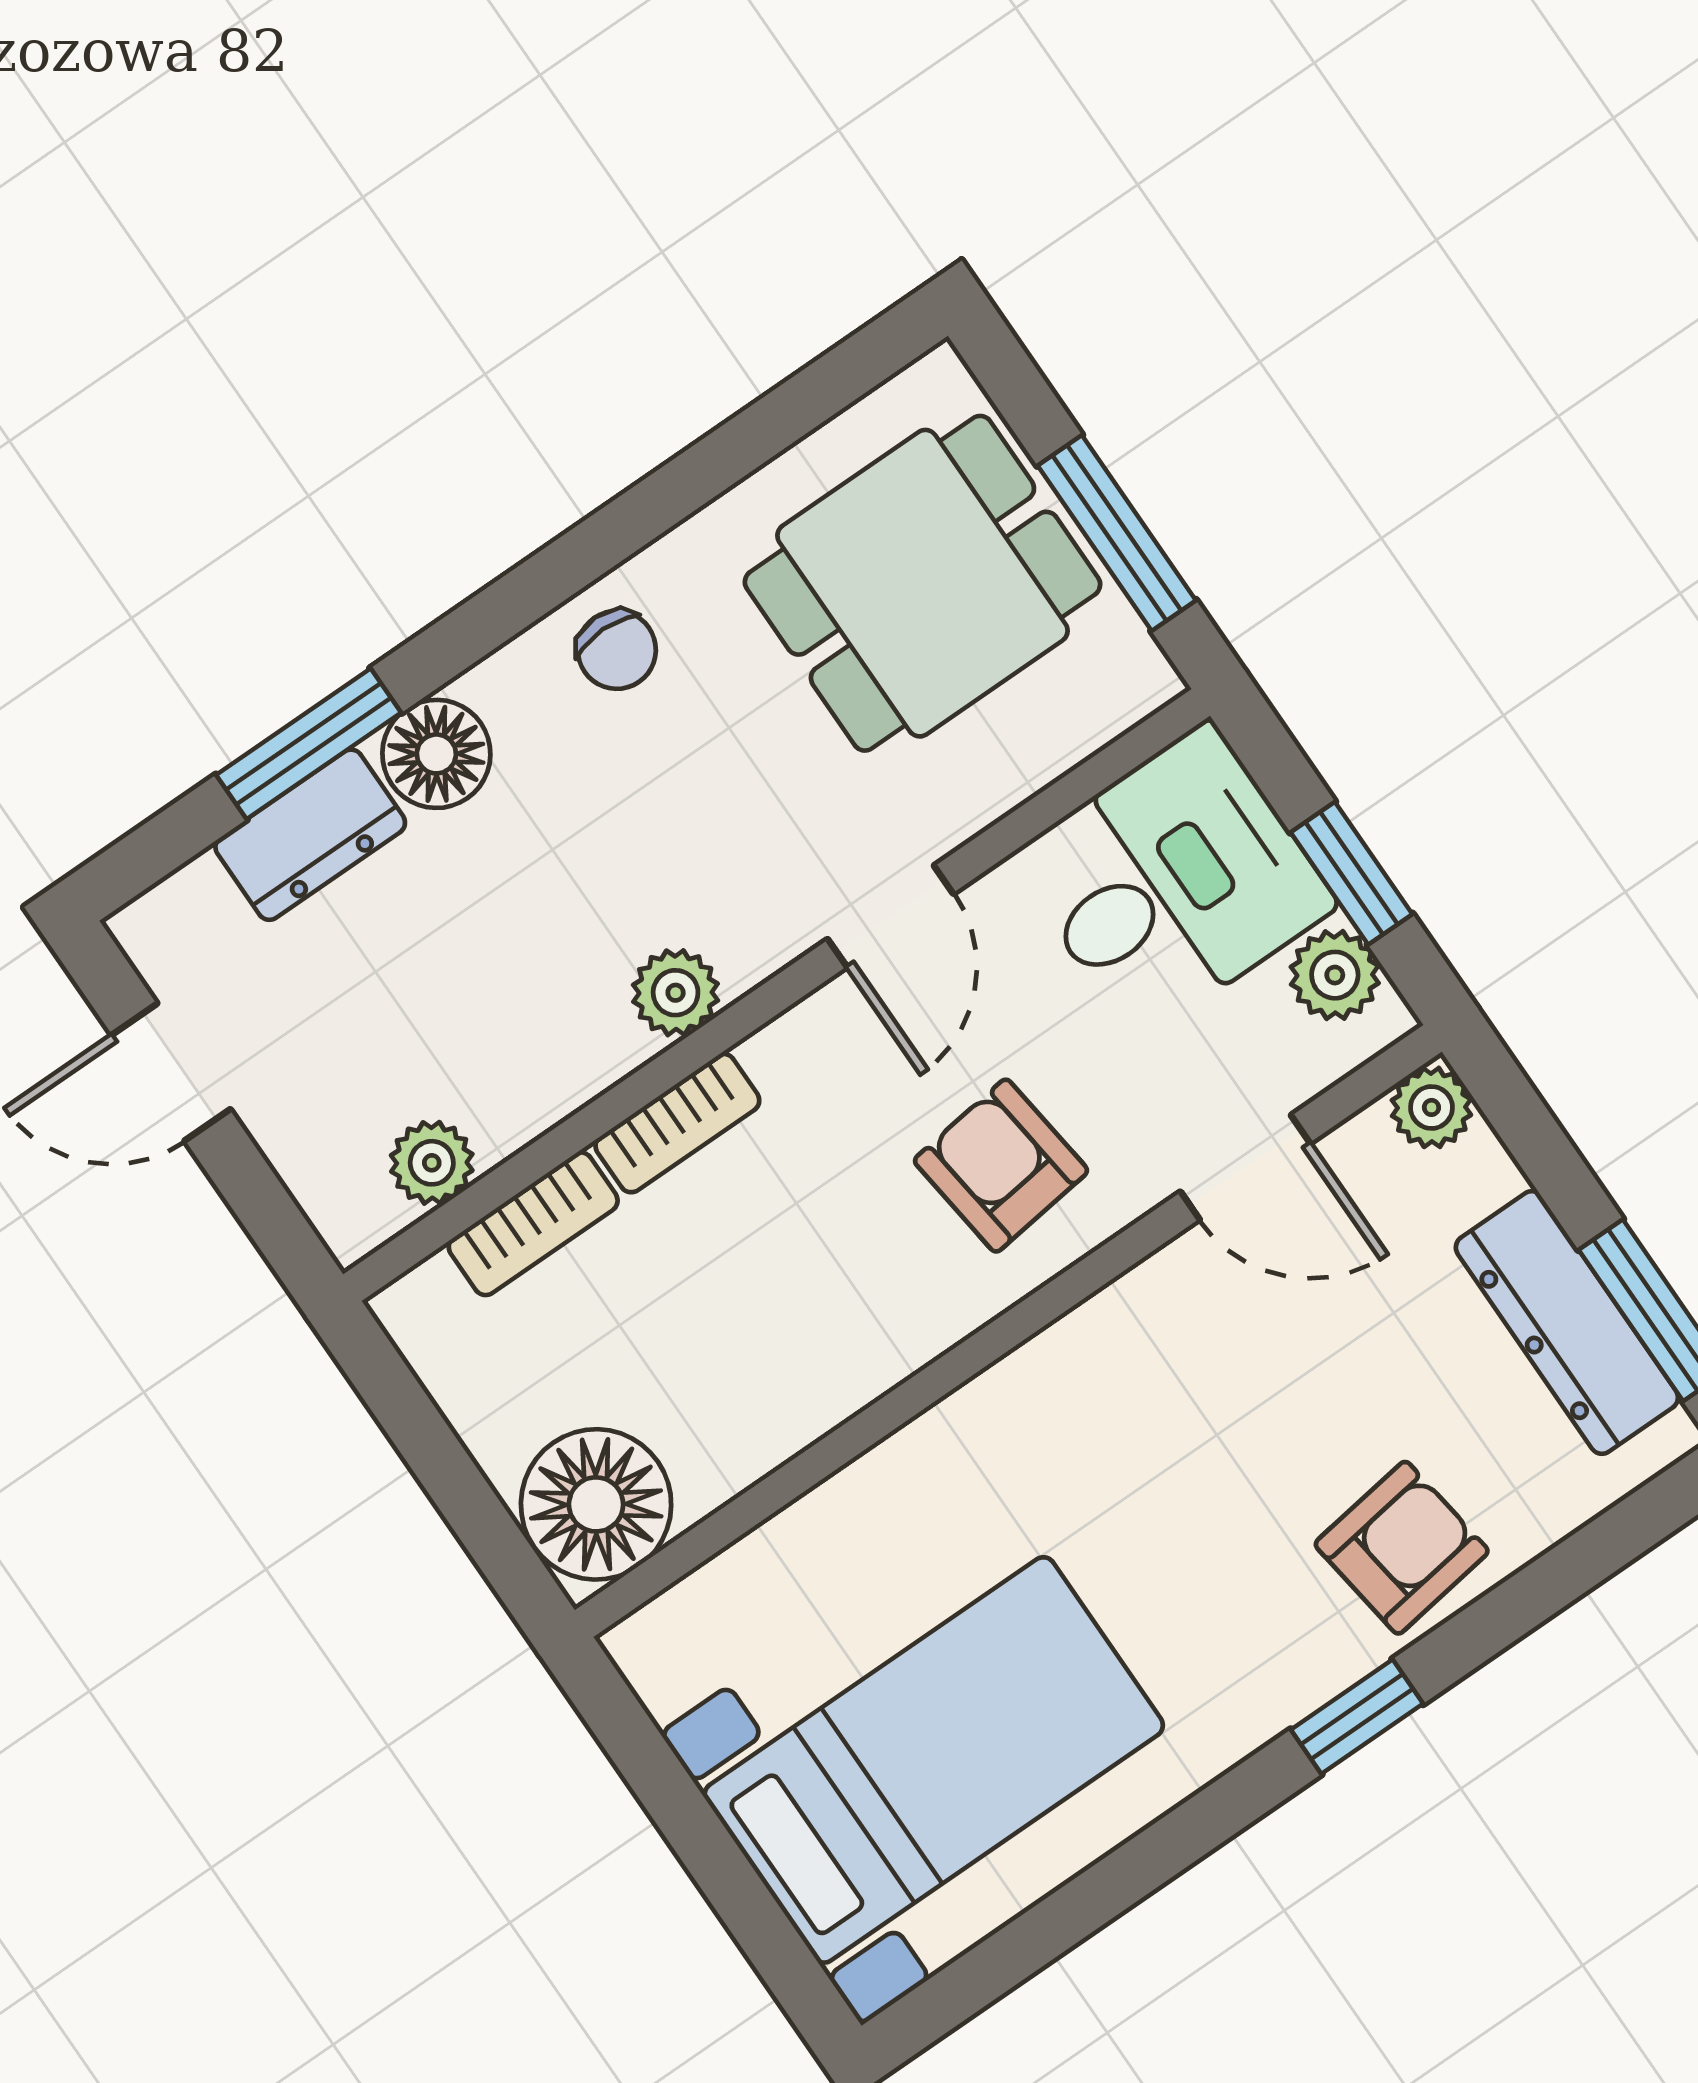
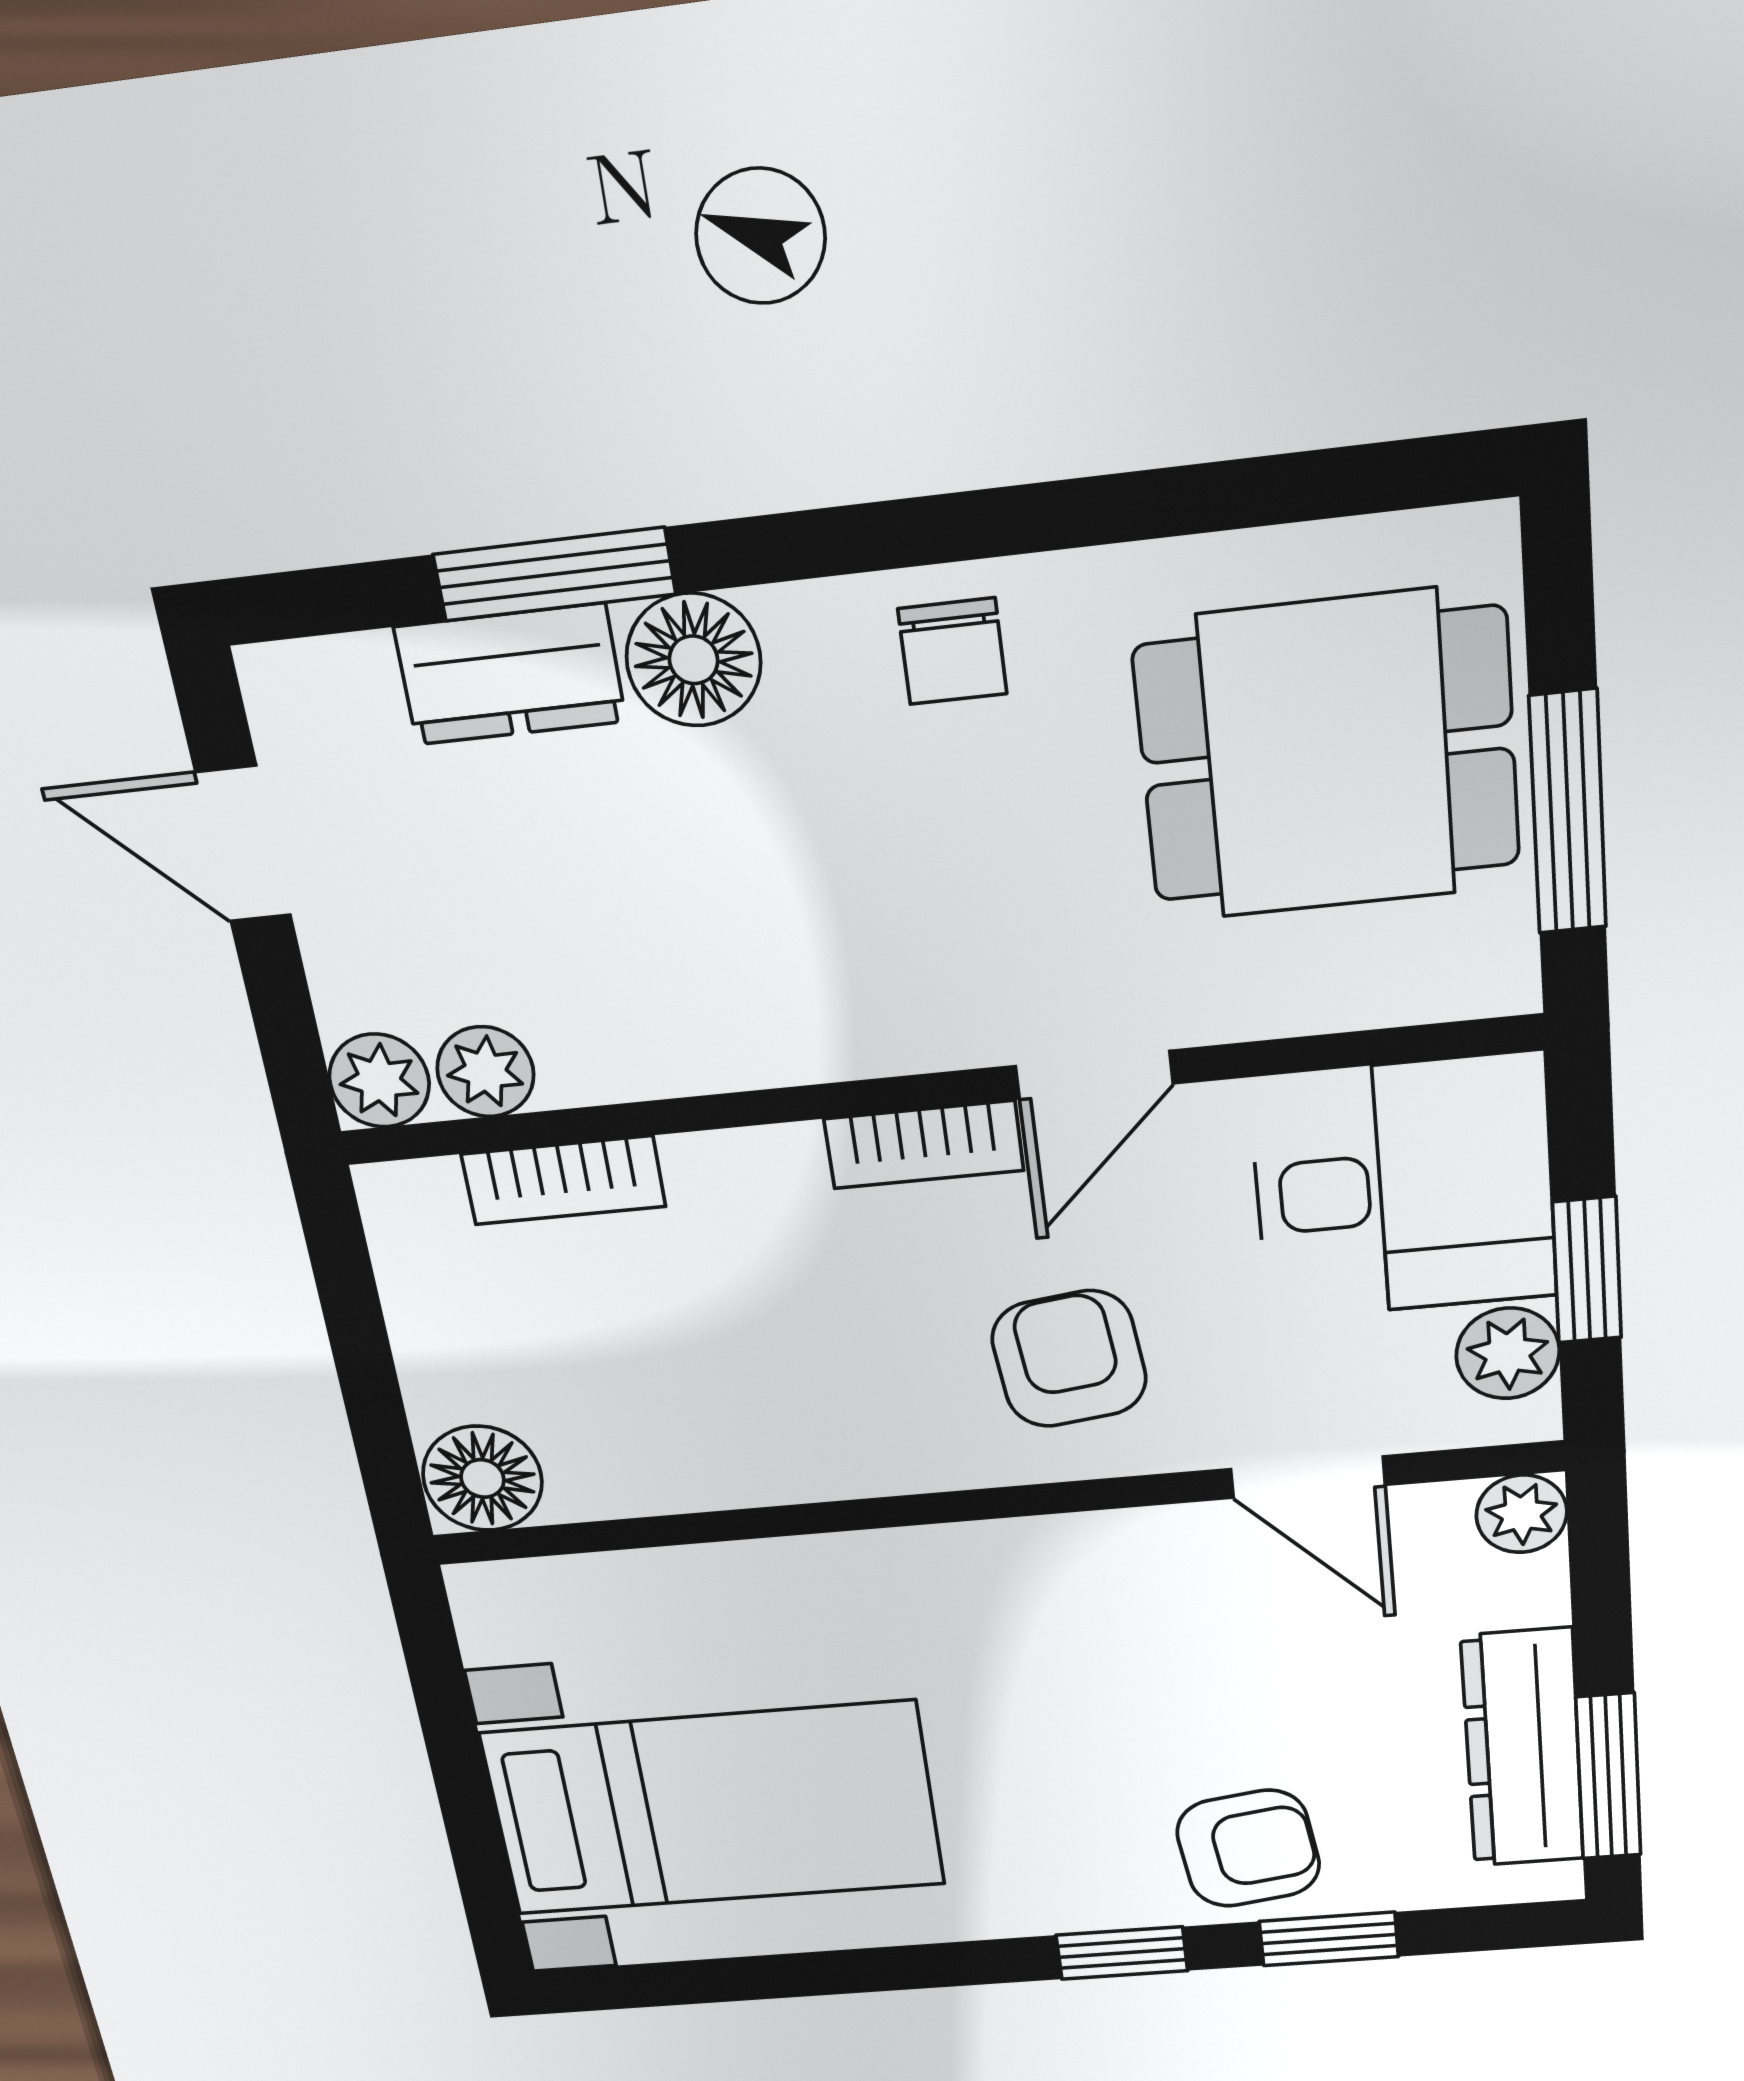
plant: (676, 993) -> (379, 1081), moved
bookcase: (677, 1123) -> (924, 1145), moved
floor lamp: (596, 1504) -> (482, 1478), width x0.73, depth x0.73
window: (1523, 1602) -> (1329, 1939), added

